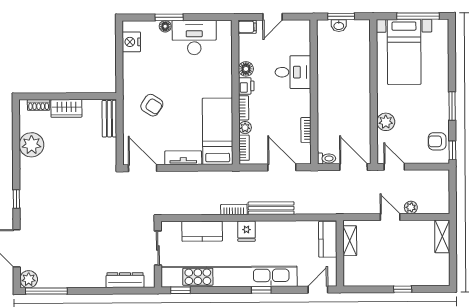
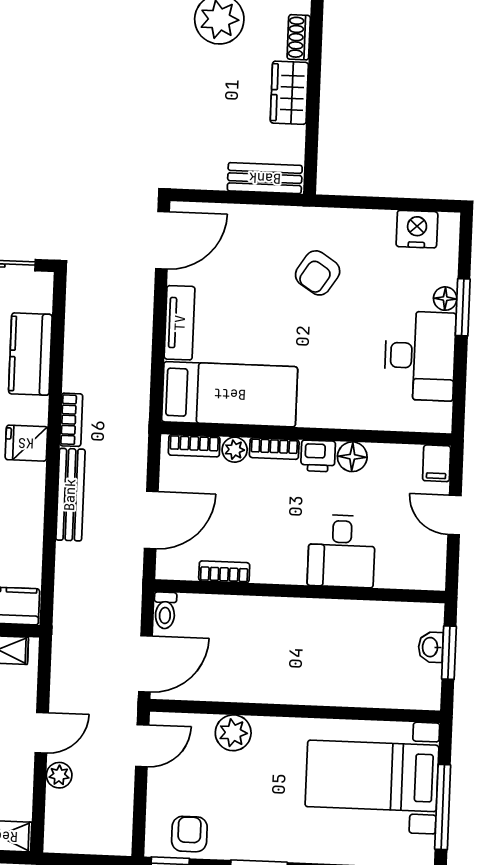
armchair: (152, 105) -> (318, 273), moved

